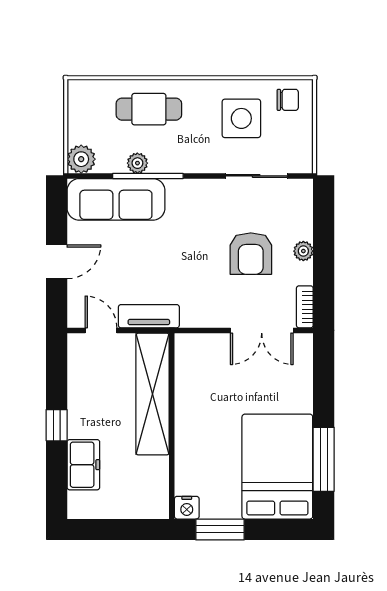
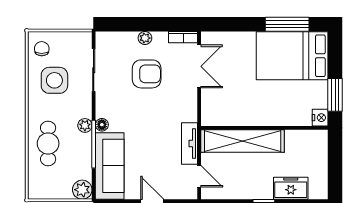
plant: (137, 163) -> (85, 125), moved
floor lamp: (176, 188) -> (102, 125), added
door: (101, 330) -> (199, 176), swing flipped

